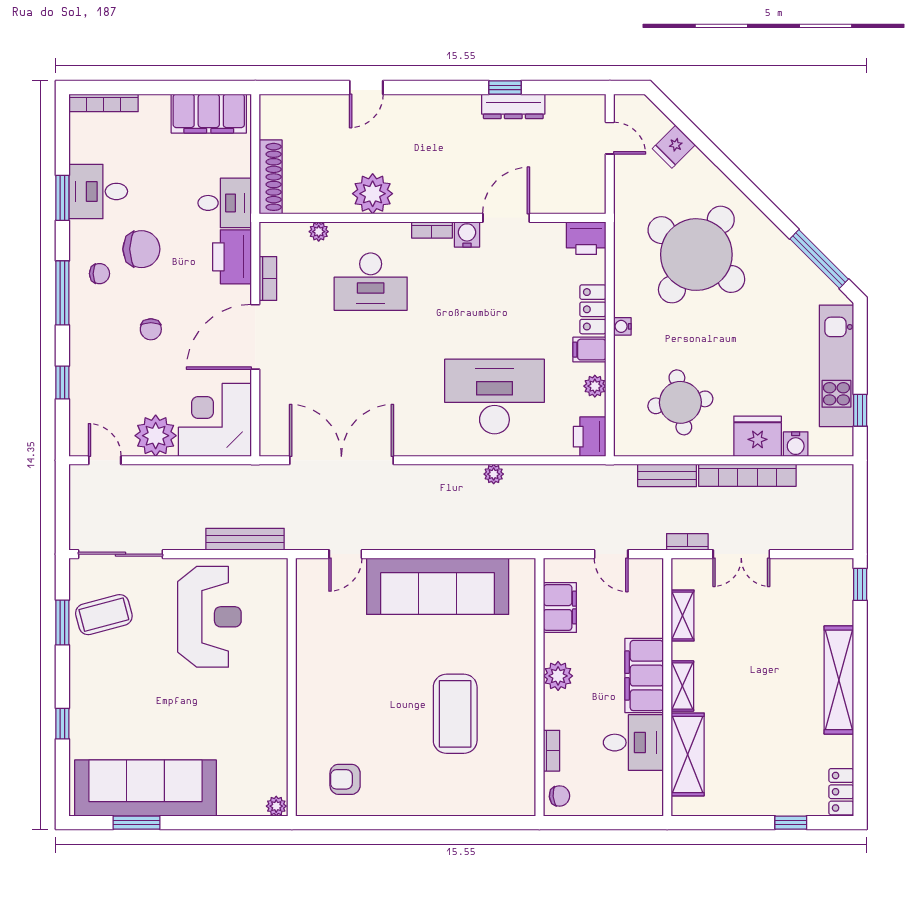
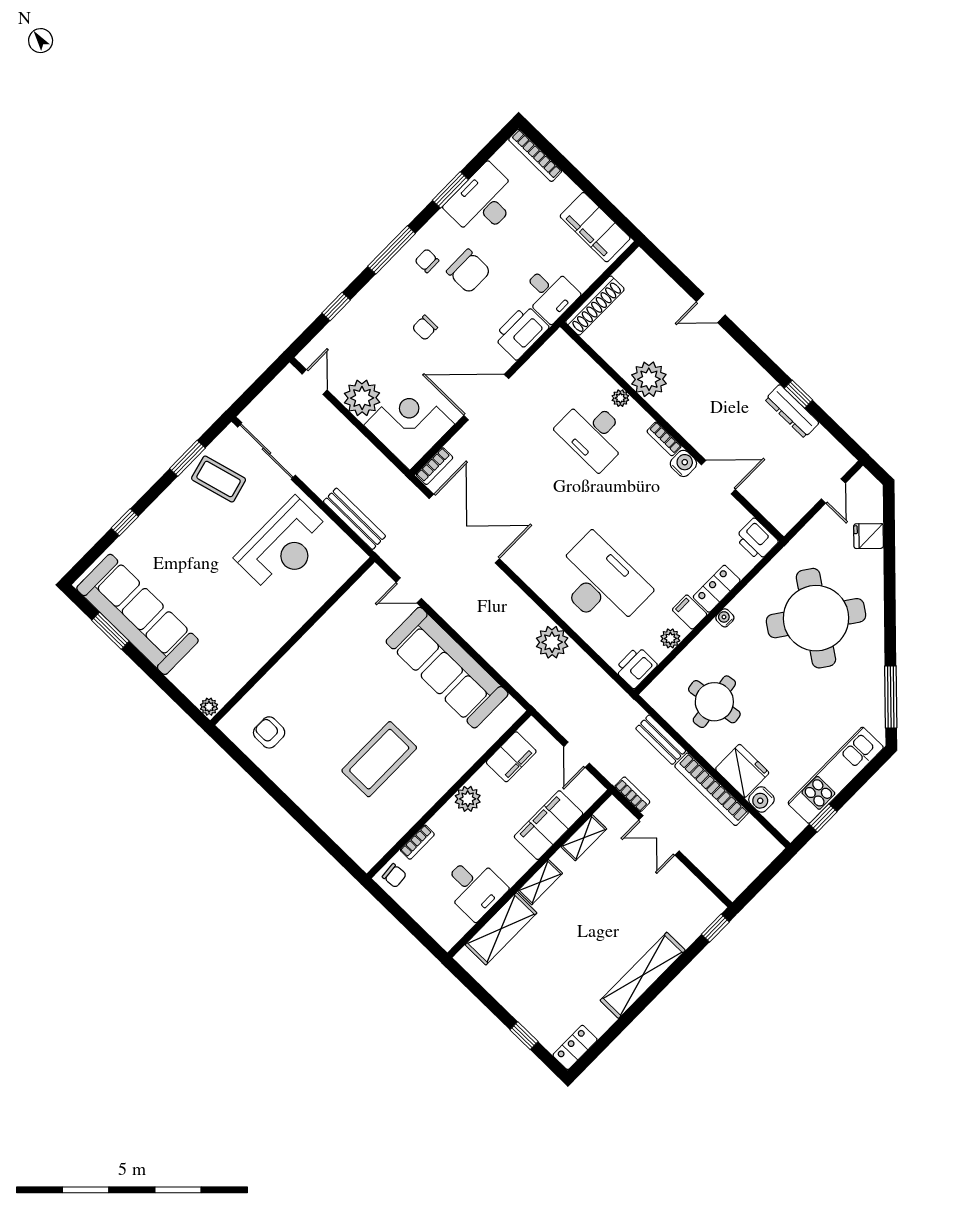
desk: (98, 191) -> (483, 202), width x1.37
plant: (319, 232) -> (620, 398), moved
chair: (100, 274) -> (427, 261), turned 180
bookcase: (268, 278) -> (434, 466), moved
plant: (494, 474) -> (552, 642), width x1.87, depth x1.87
filing cabinet: (644, 676) -> (549, 825), moved

